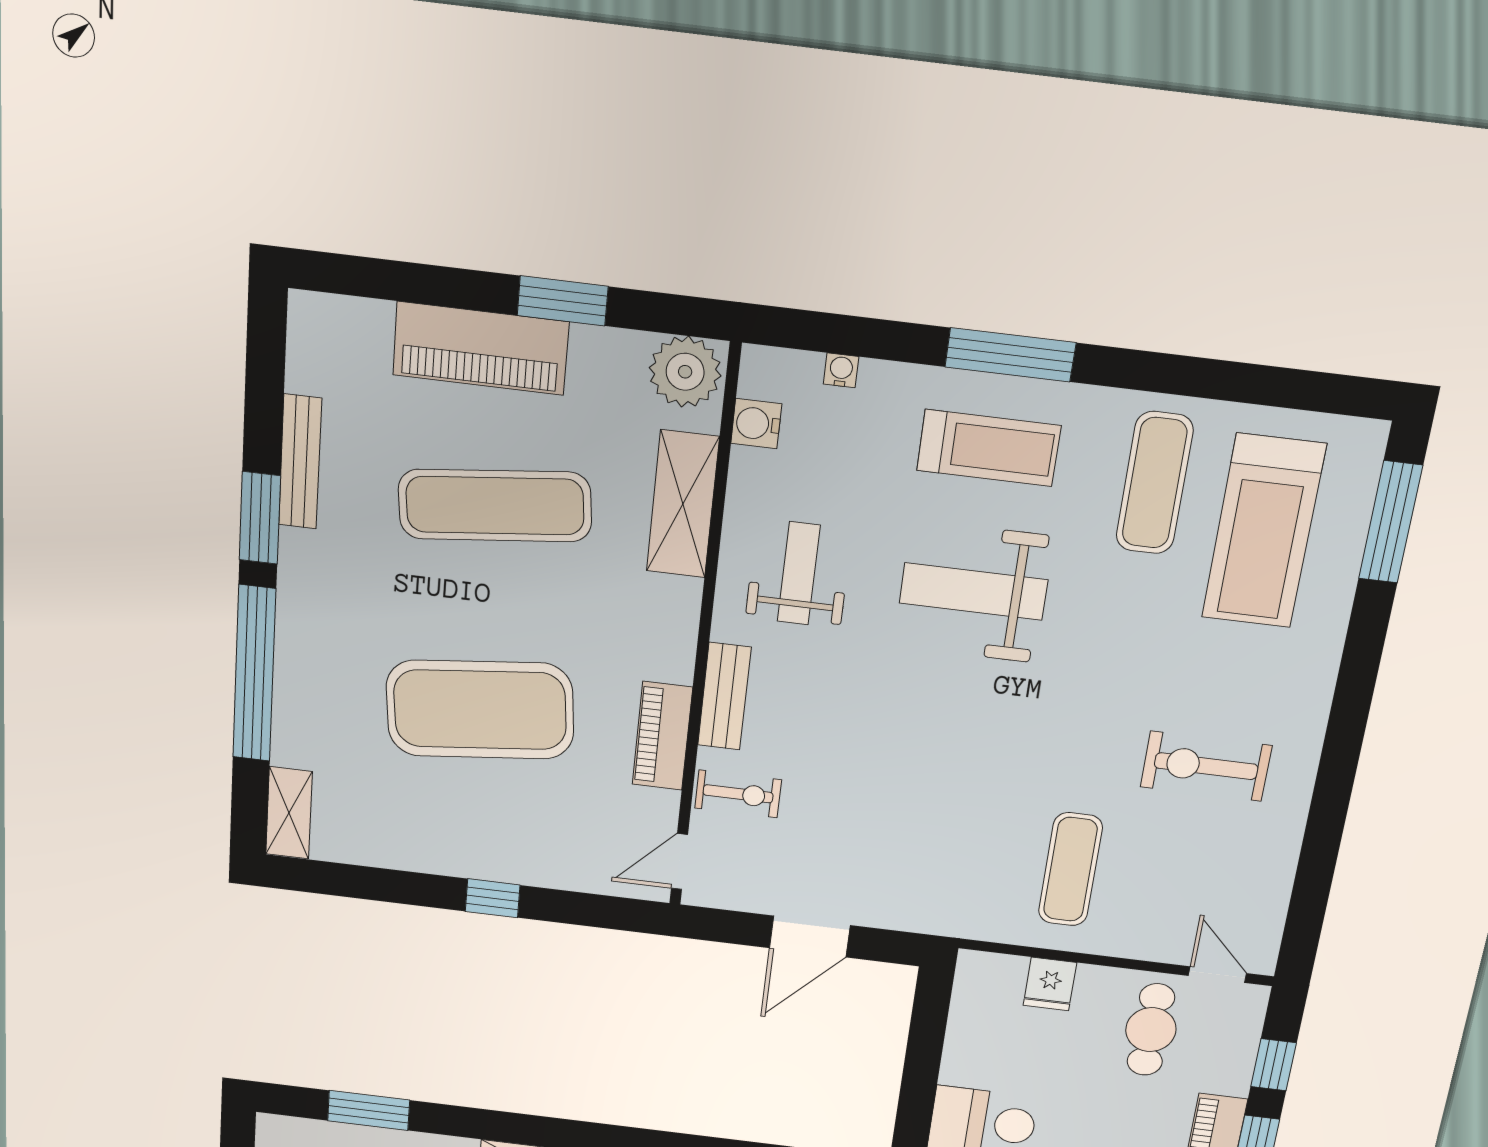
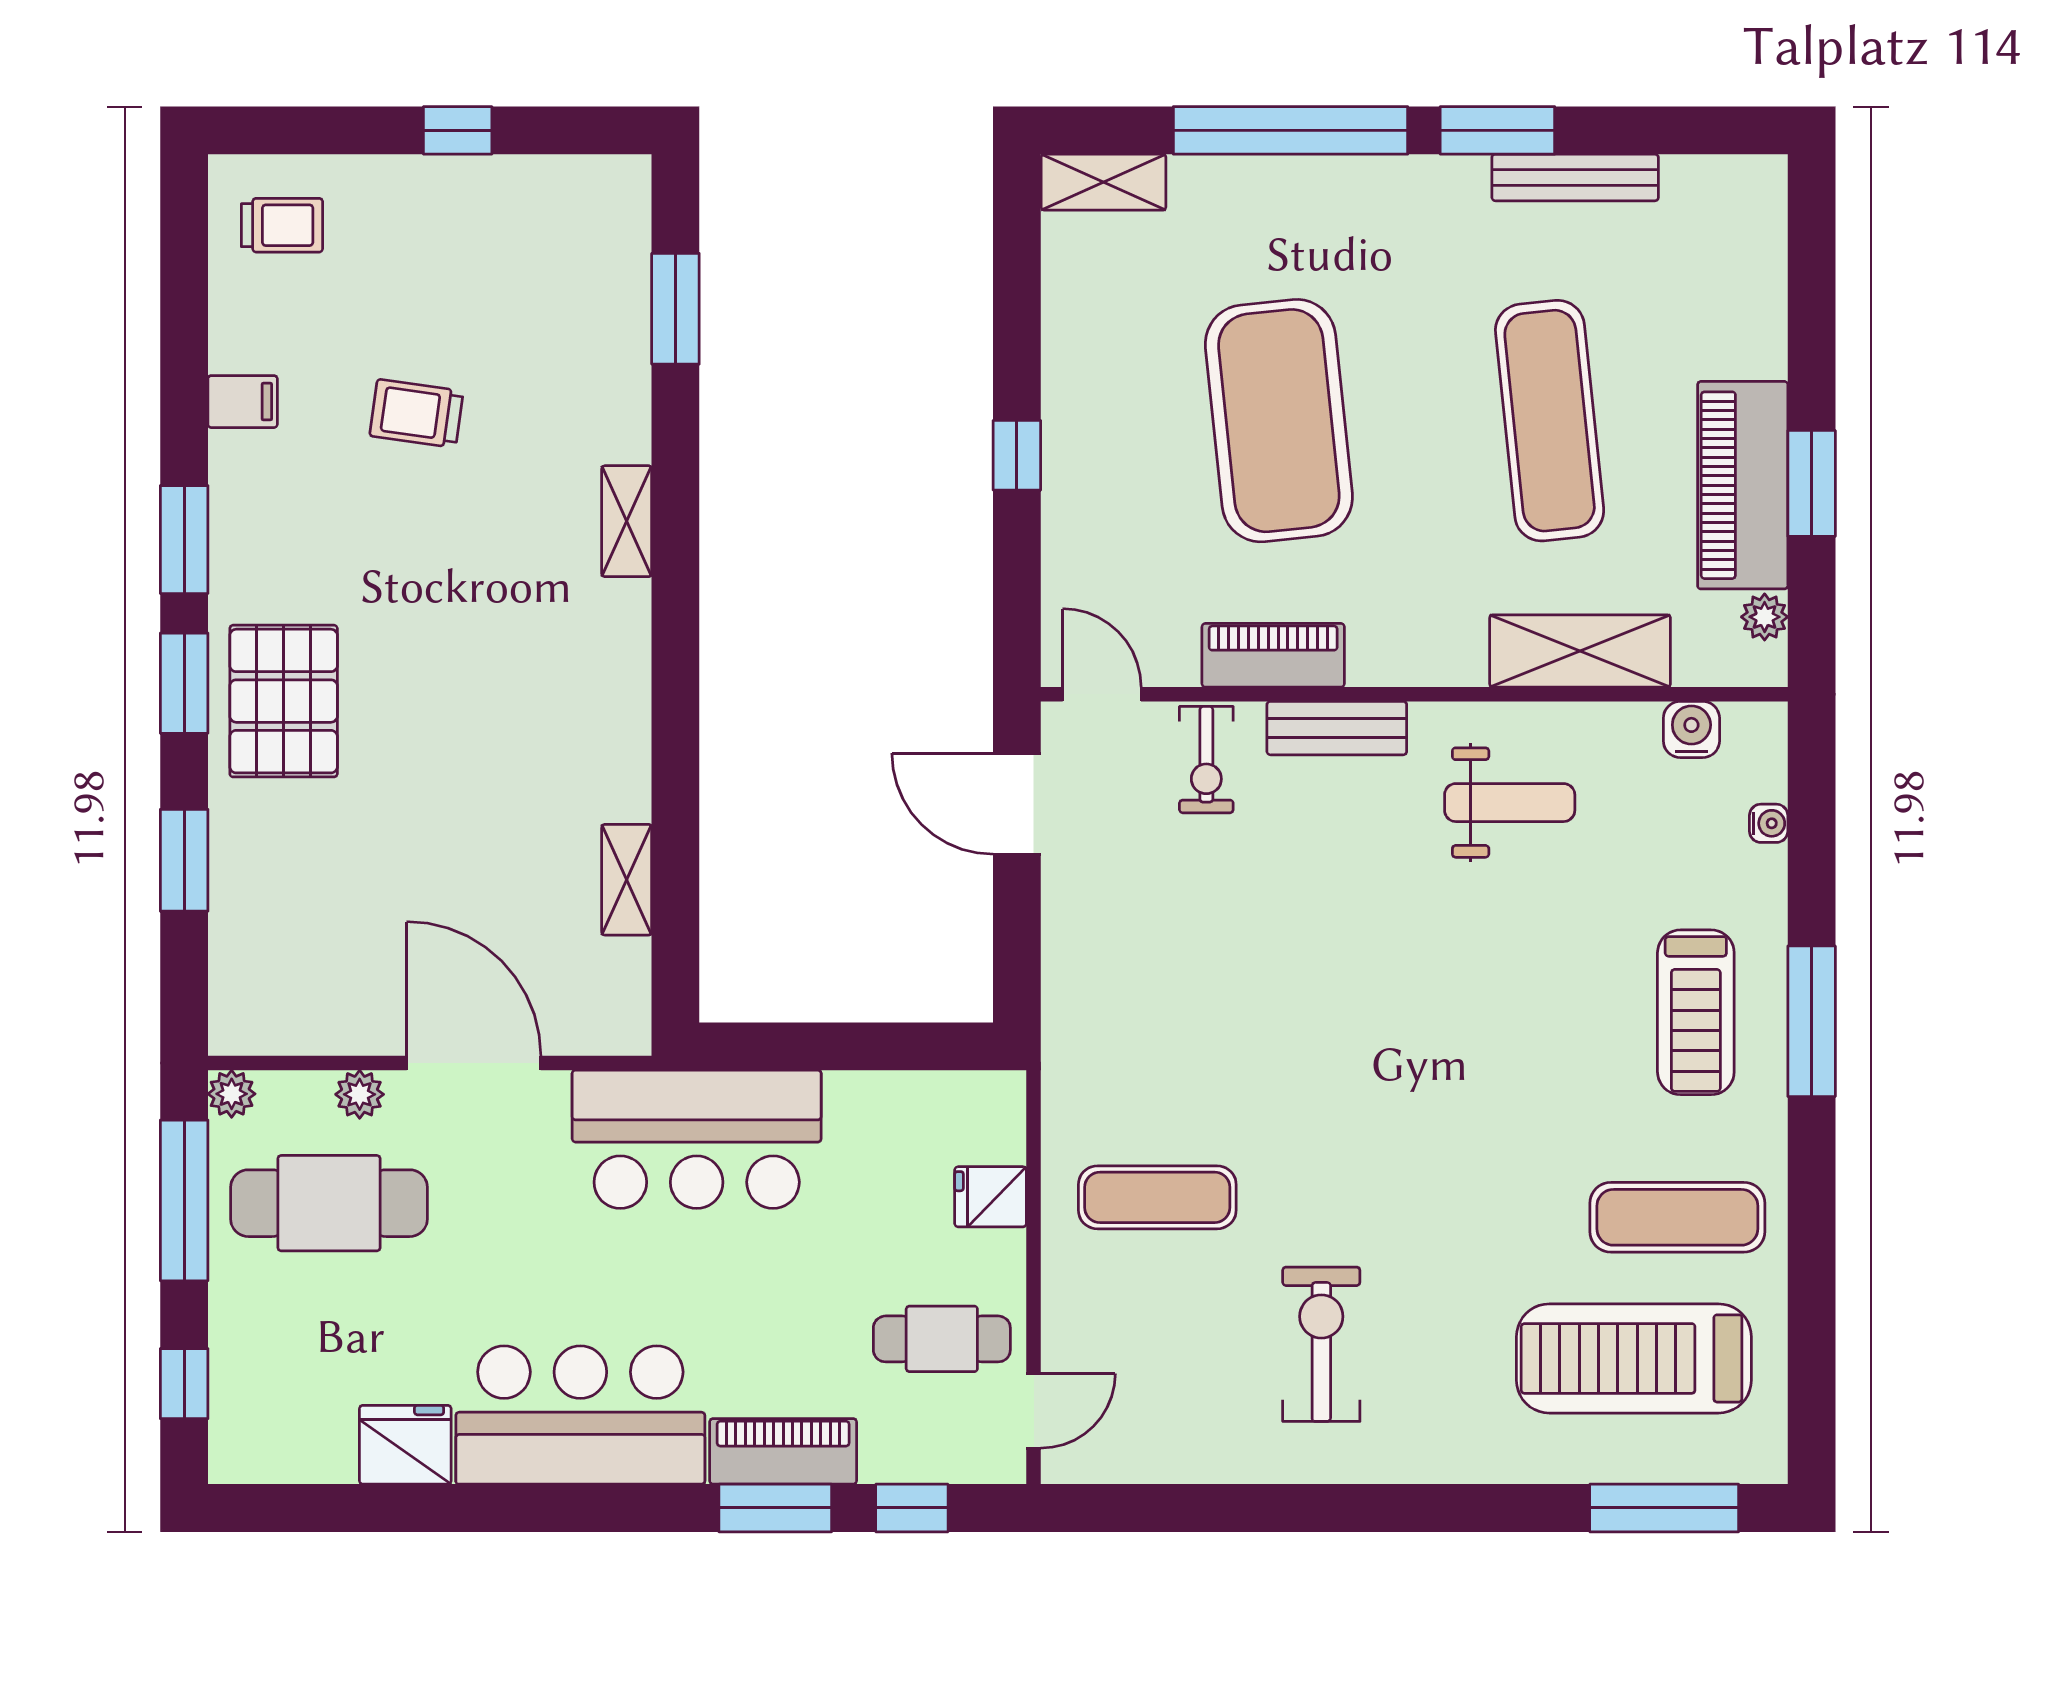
piano: (481, 348) -> (1743, 485), moved
plant: (685, 372) -> (1765, 617), width x0.53, depth x0.53
weight bench: (973, 591) -> (1514, 1020), removed
door: (810, 937) -> (1017, 804), moved

